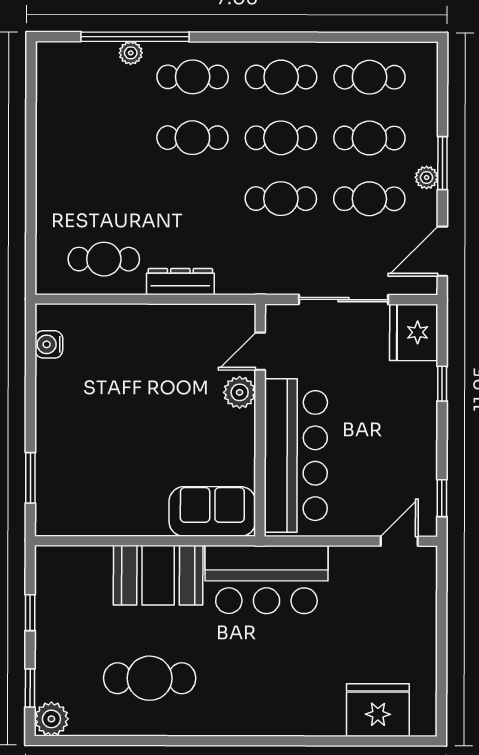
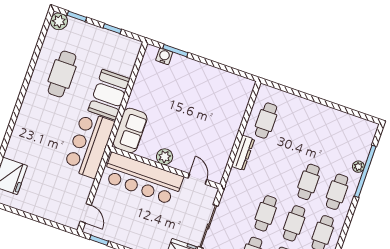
water cooler: (49, 344) -> (164, 56), moved
plant: (240, 392) -> (165, 157), moved

